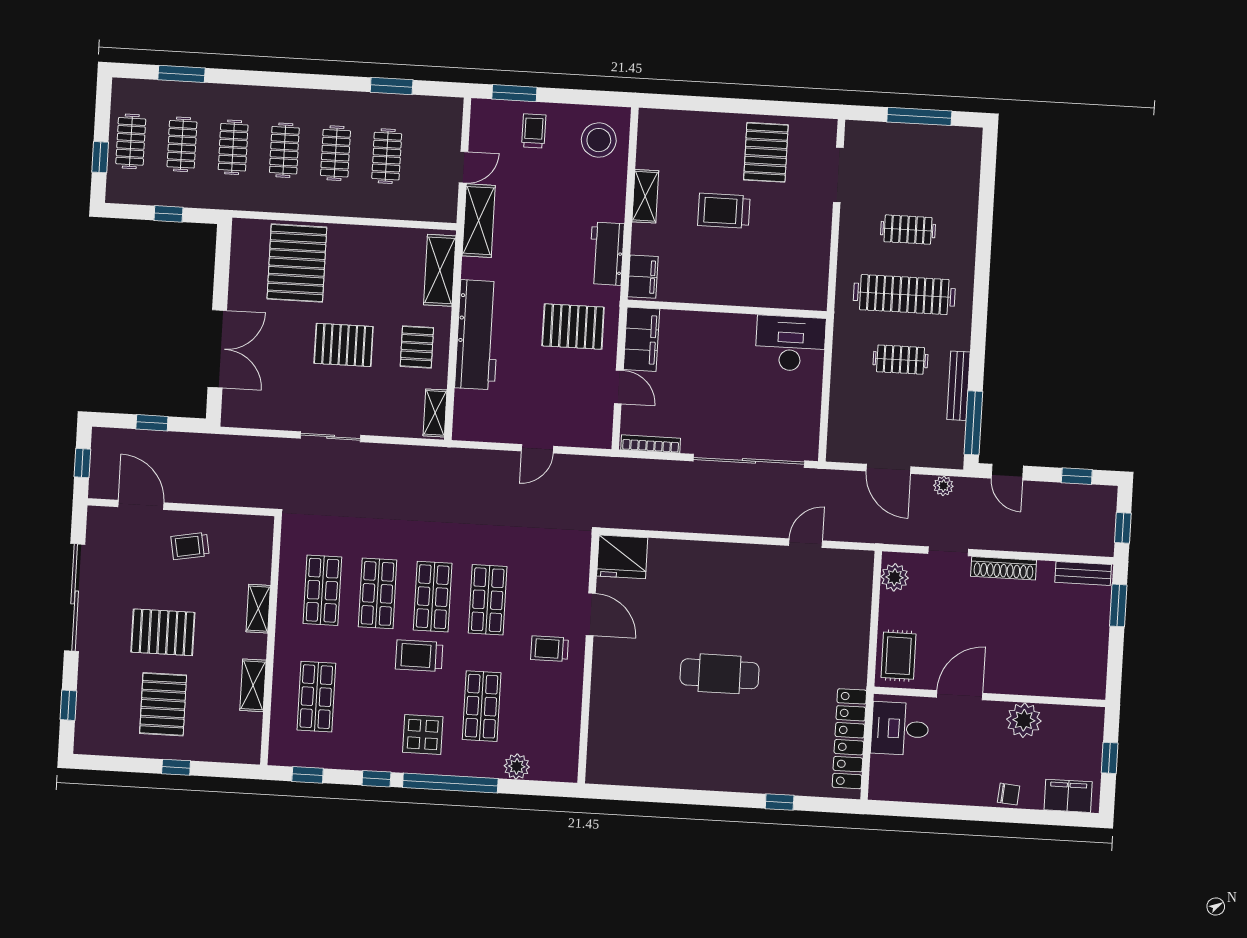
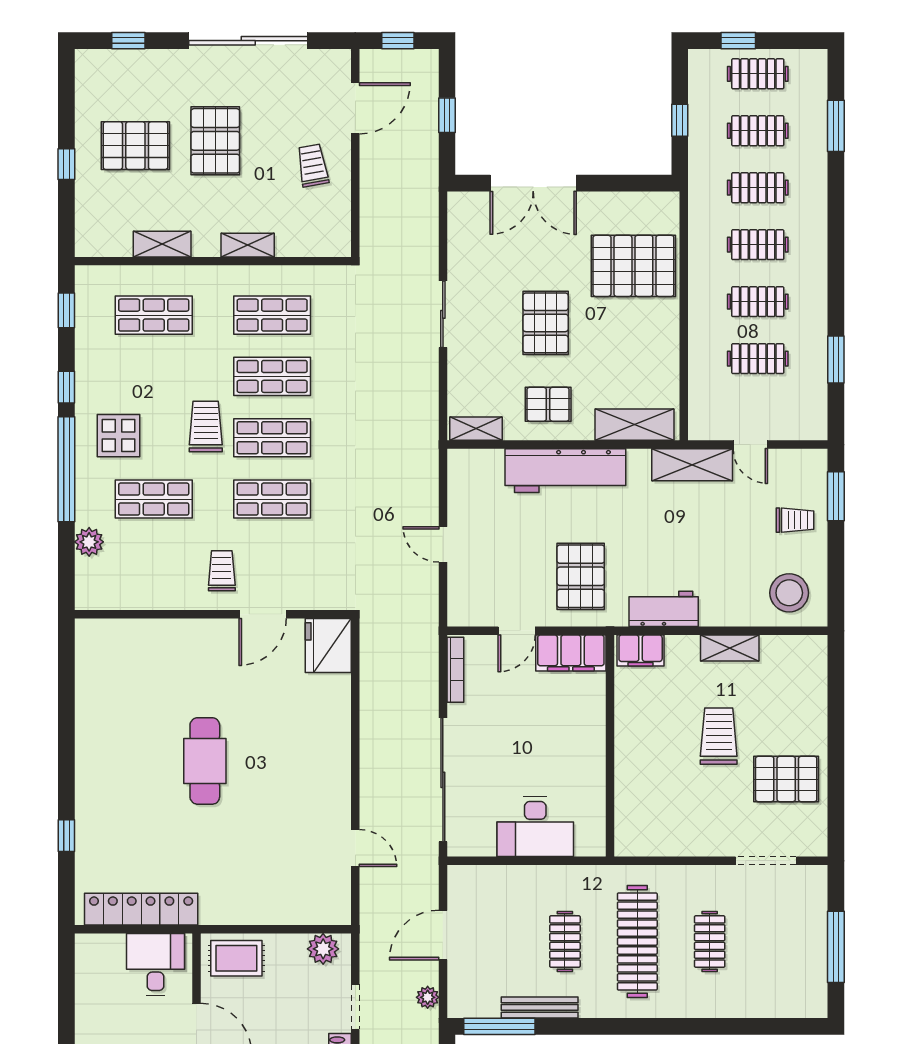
desk: (790, 343) -> (535, 827), moved, turned 90

